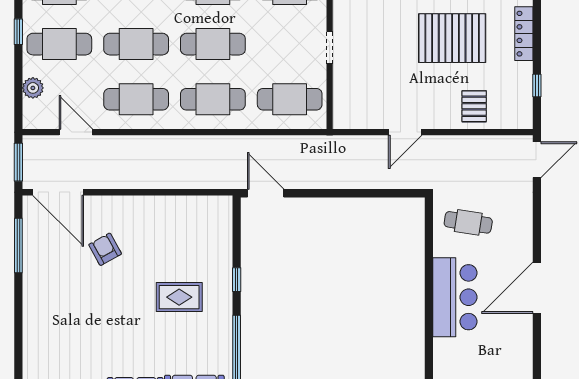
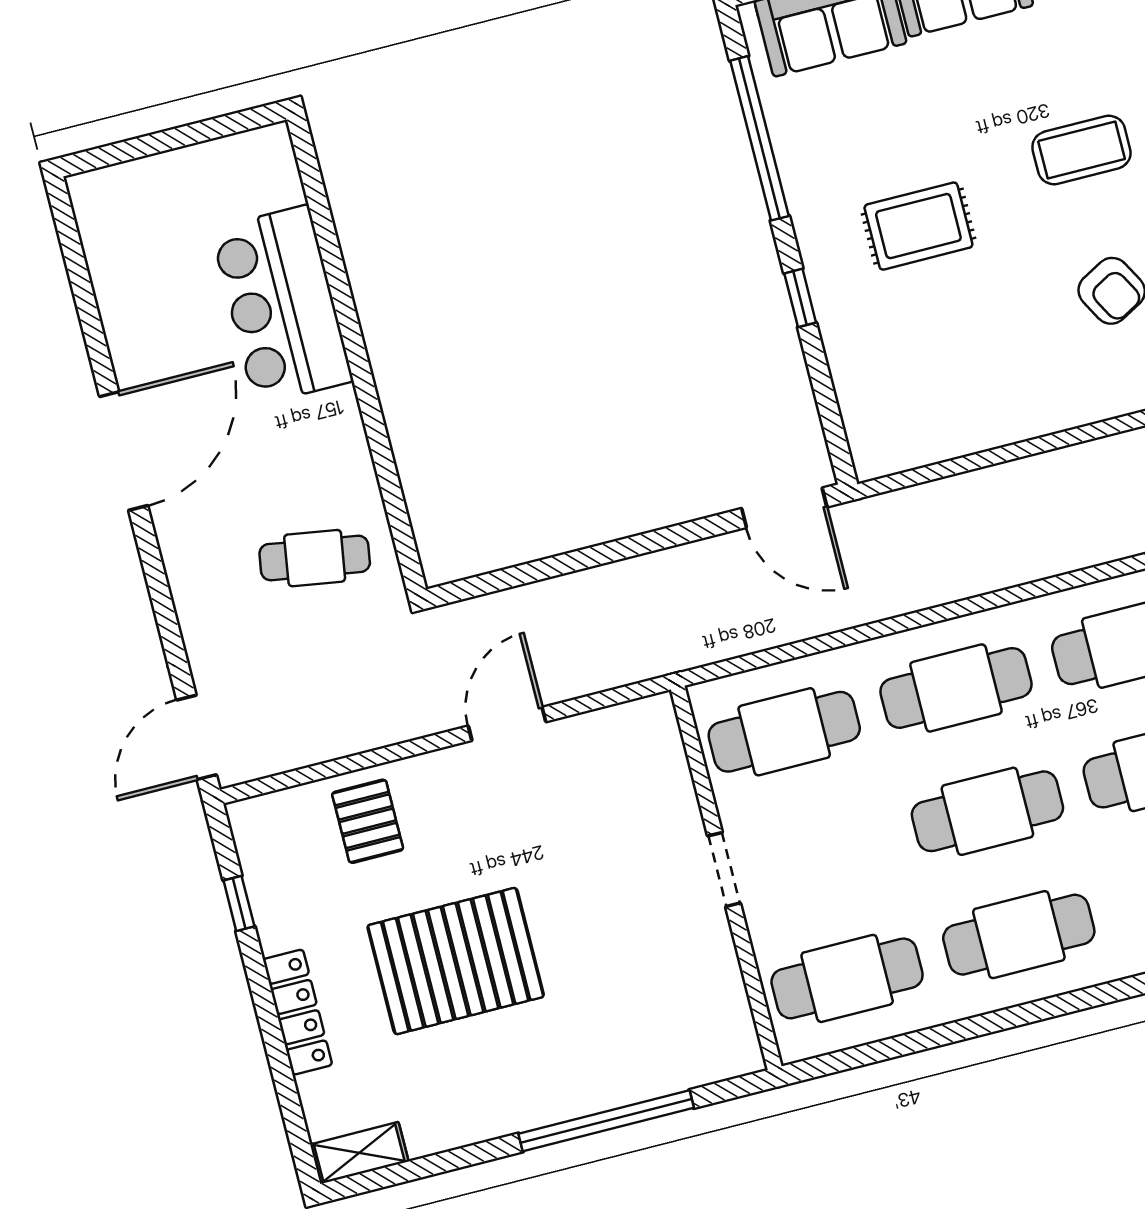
bar counter: (455, 297) -> (282, 305), moved
coffee table: (103, 312) -> (1081, 150), added

